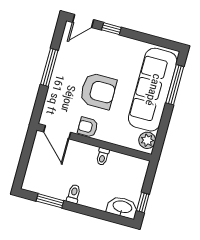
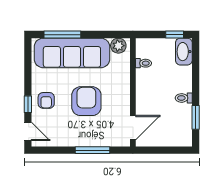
window: (49, 67) -> (92, 150), moved
armchair: (88, 127) -> (46, 100), moved
toilet: (103, 156) -> (144, 63), moved

